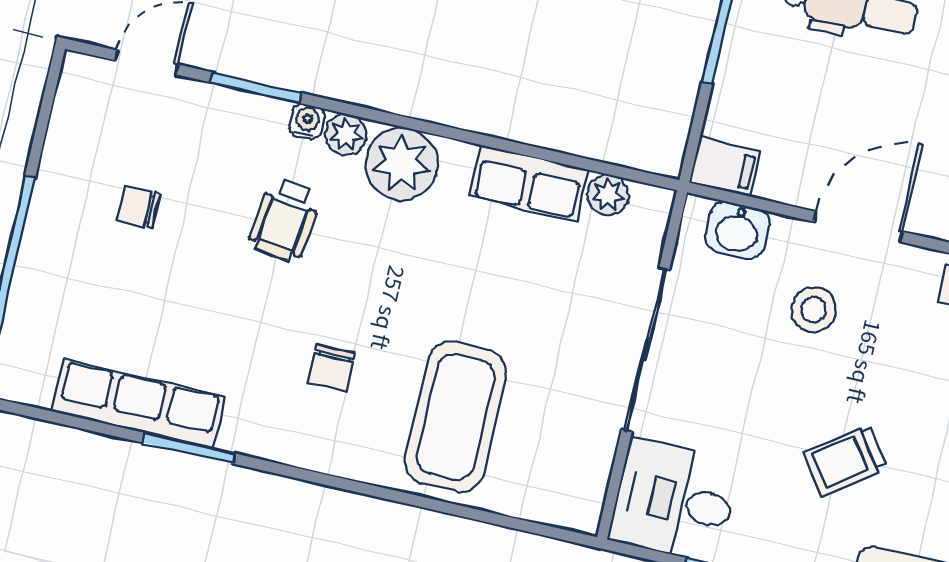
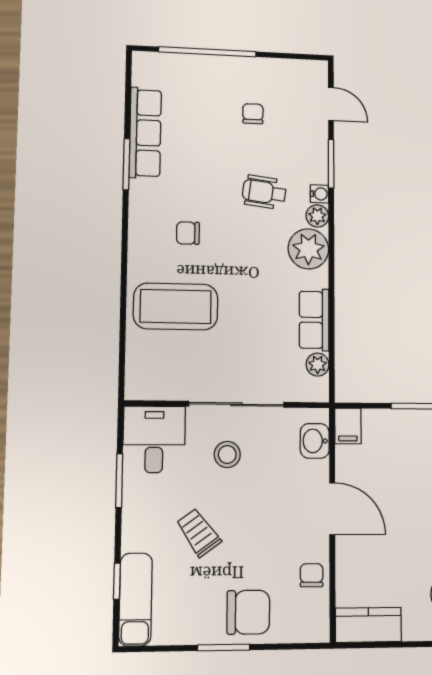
stool: (814, 310) -> (227, 454), moved

